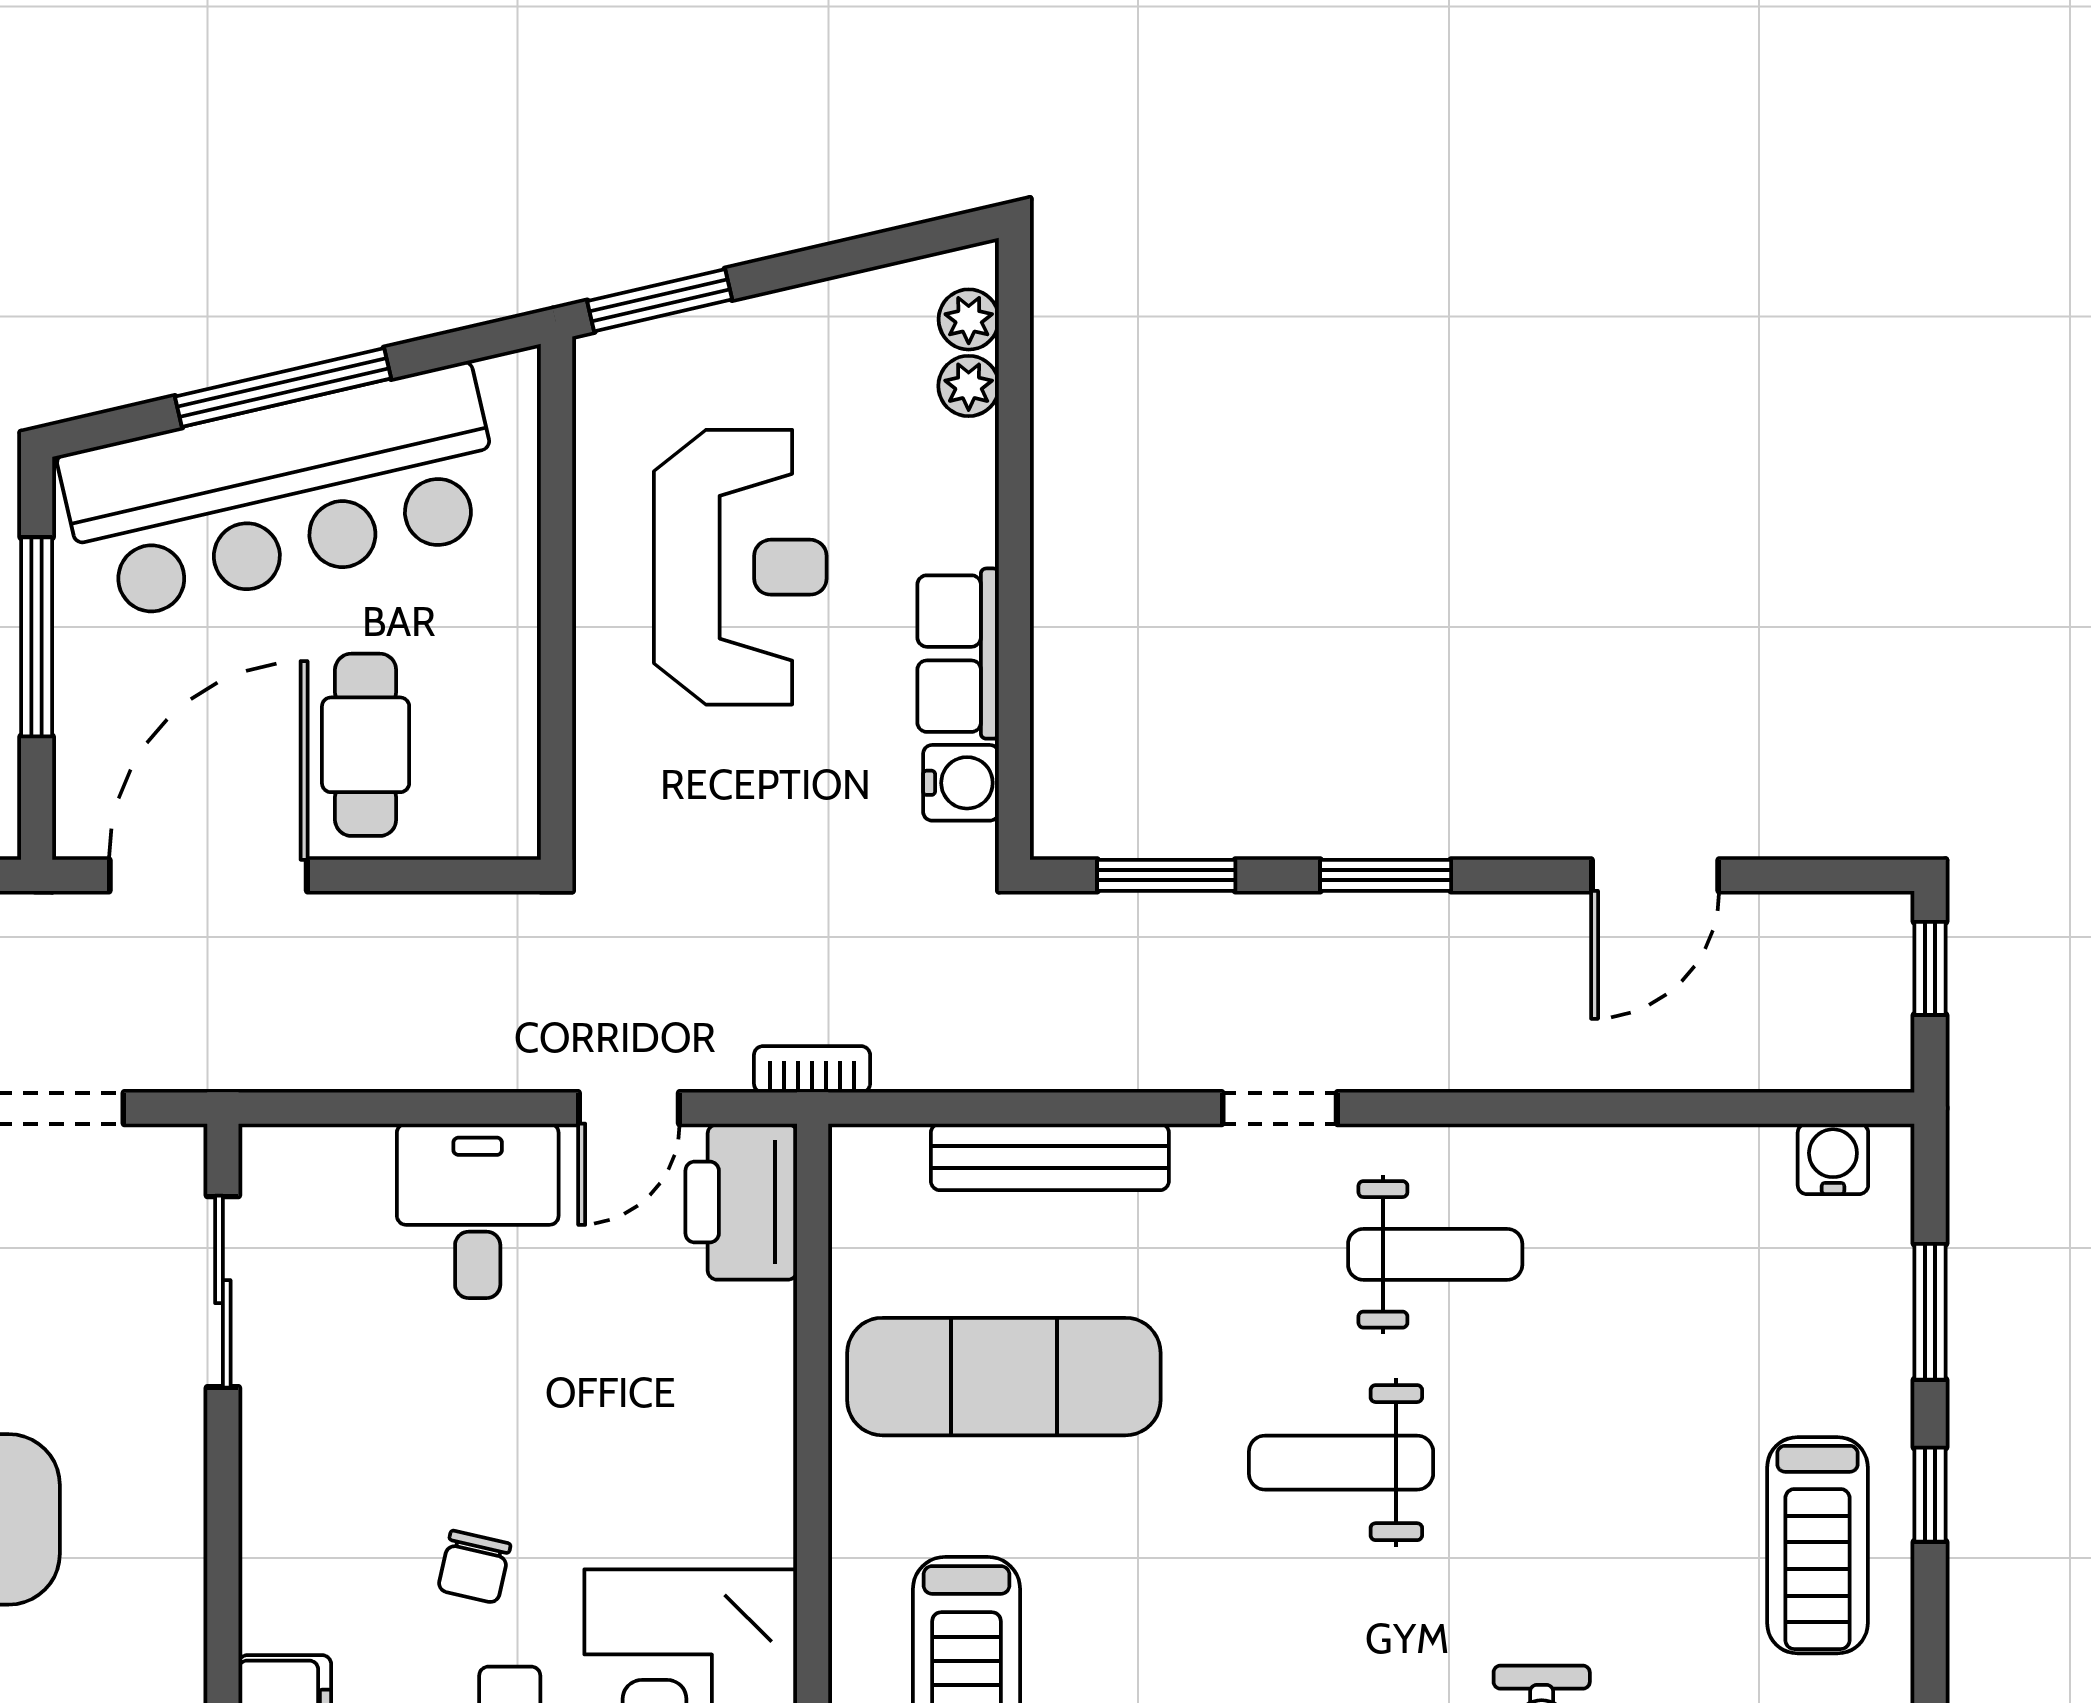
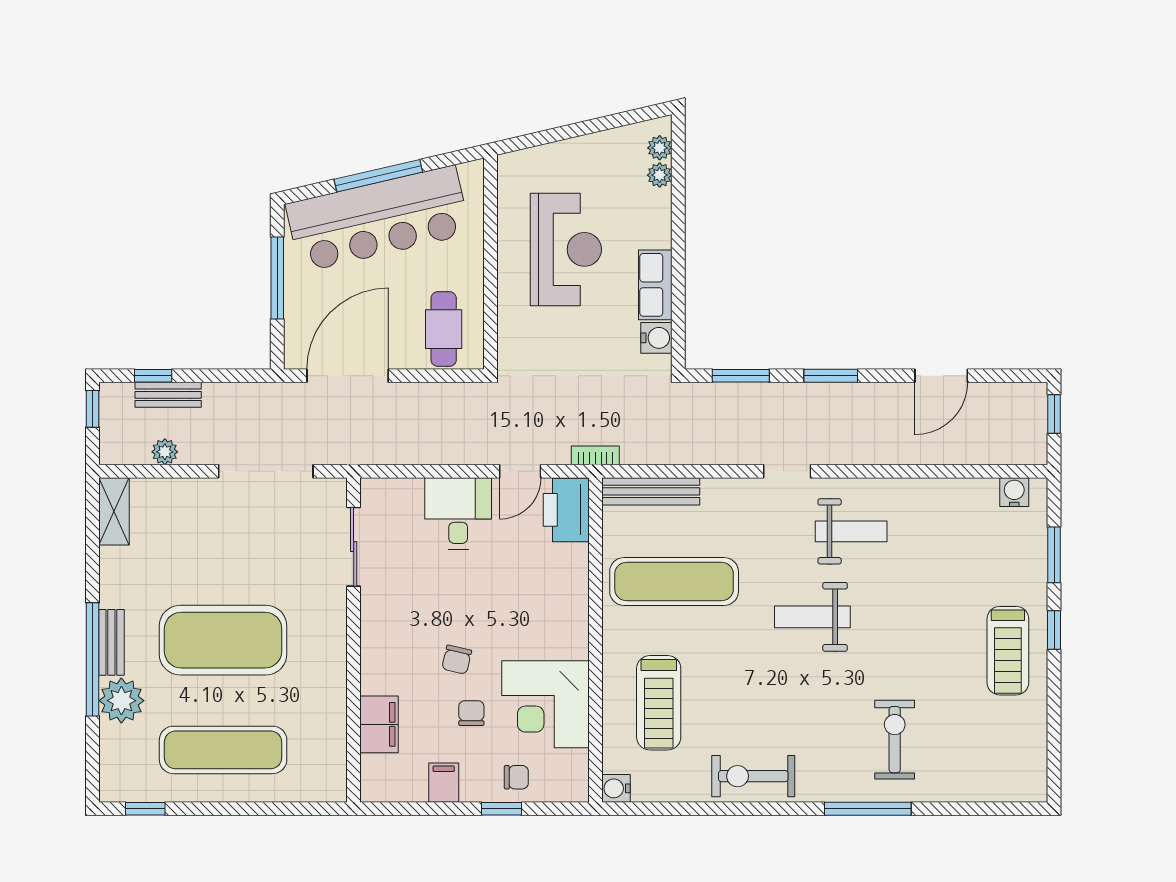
window: (660, 300) -> (533, 140), removed
cafe table: (366, 745) -> (444, 329), moved
bench: (1050, 1157) -> (651, 491), moved

